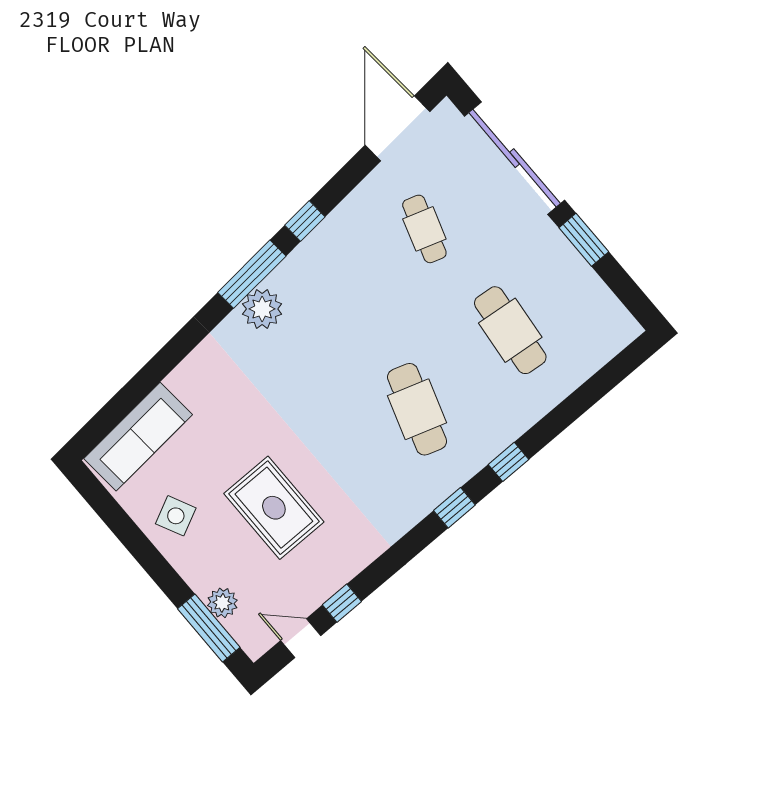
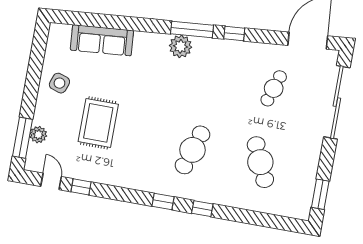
window: (584, 240) -> (320, 194), moved
cafe table: (510, 330) -> (260, 162), turned -30
sofa: (138, 437) -> (102, 40), moved
side table: (176, 516) -> (59, 83), turned 45

